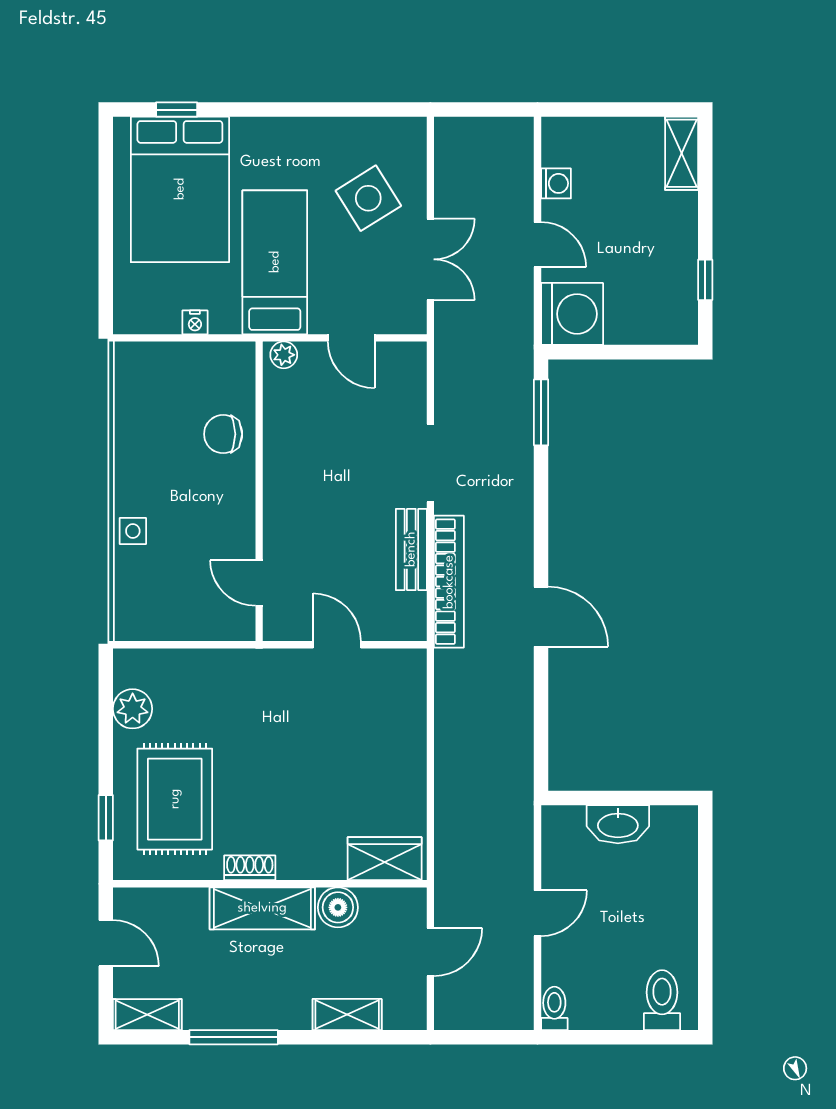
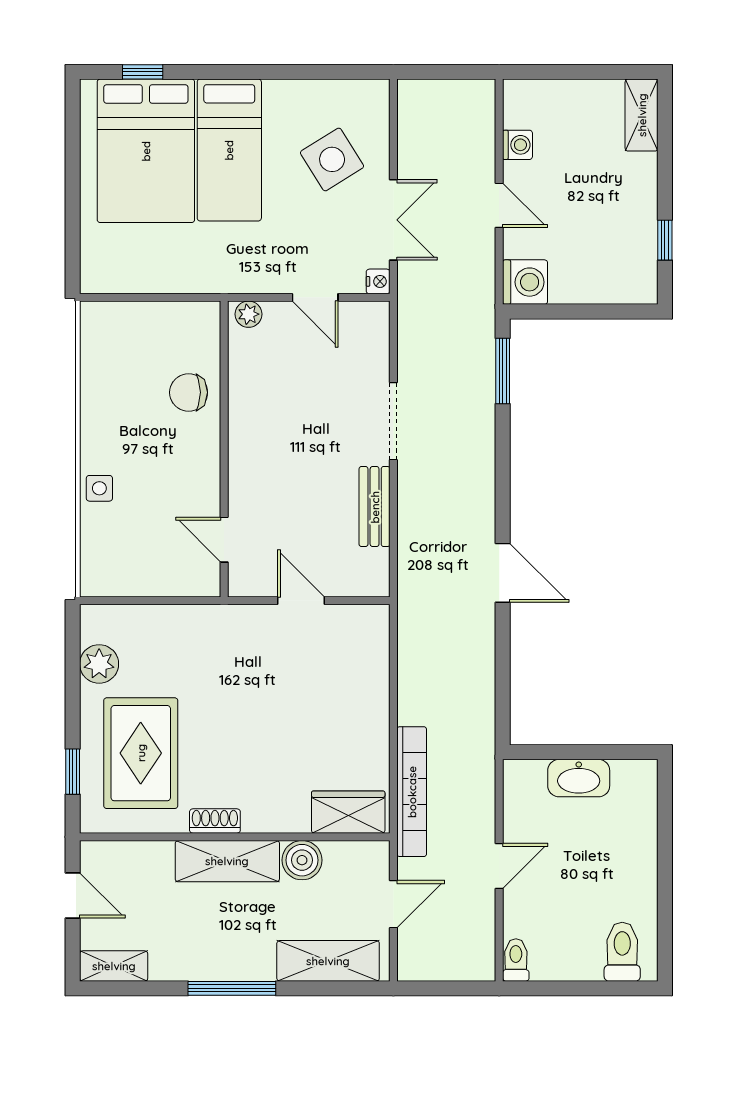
bed: (275, 262) -> (229, 150), moved, turned 180
washing machine: (572, 314) -> (525, 282), width x0.73, depth x0.73
nightstand: (195, 322) -> (378, 281), moved, turned -90
bookcase: (449, 582) -> (412, 792), moved
shelving: (347, 1014) -> (328, 961), width x1.50, depth x1.33
window: (234, 1037) -> (232, 988), moved

